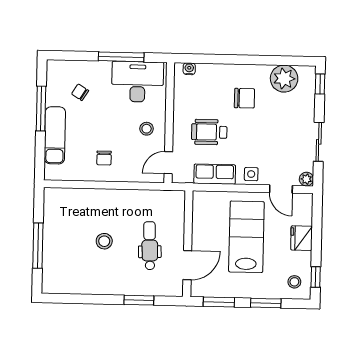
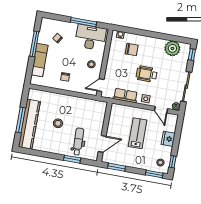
chair: (244, 98) -> (132, 50), moved
wheelchair: (209, 132) -> (147, 74), moved
sliding door: (319, 142) -> (186, 87), width x1.37
lab bench: (246, 237) -> (138, 133), width x0.73, depth x0.72
dental chair: (150, 246) -> (78, 142), moved
kitchen counter: (54, 251) -> (29, 124), added
window: (266, 303) -> (154, 174), moved

